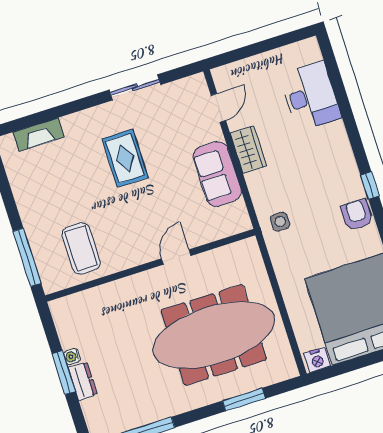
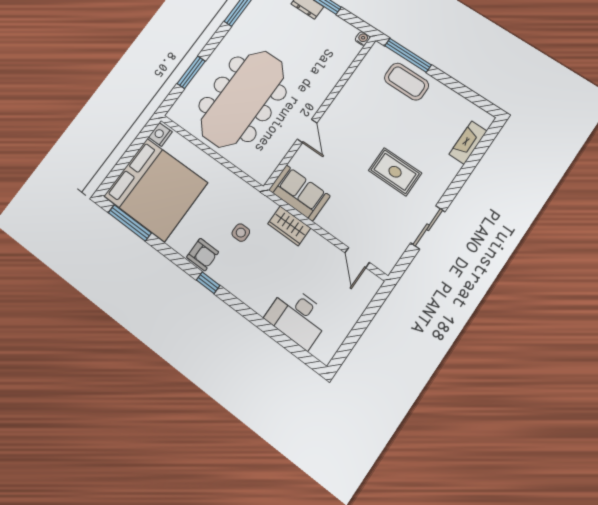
wardrobe: (248, 150) -> (289, 226), moved
sofa: (217, 174) -> (299, 193), moved
side table: (280, 222) -> (241, 233), moved
coffee table: (81, 248) -> (406, 82), moved
water cooler: (72, 357) -> (363, 39), moved

